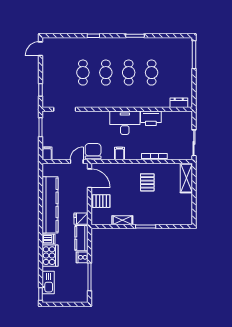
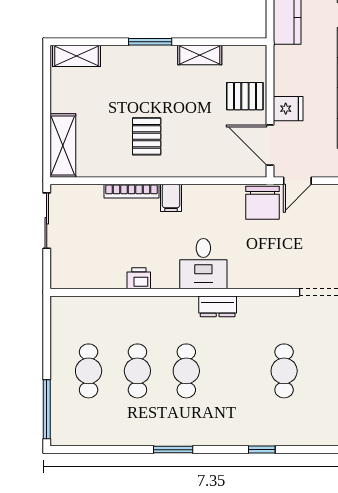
cafe table: (106, 73) -> (89, 371), moved
dresser: (179, 103) -> (218, 306), moved
printer: (151, 118) -> (139, 278), width x0.53, depth x0.68
desk: (125, 123) -> (203, 264), width x0.73
filing cabinet: (119, 154) -> (171, 198), moved
fridge: (81, 219) -> (288, 109), moved
shelving: (180, 220) -> (77, 56), added

